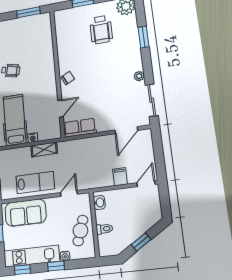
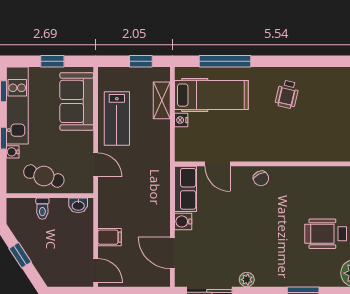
water cooler: (103, 126) -> (183, 221), added
shelving: (44, 149) -> (162, 100), moved

